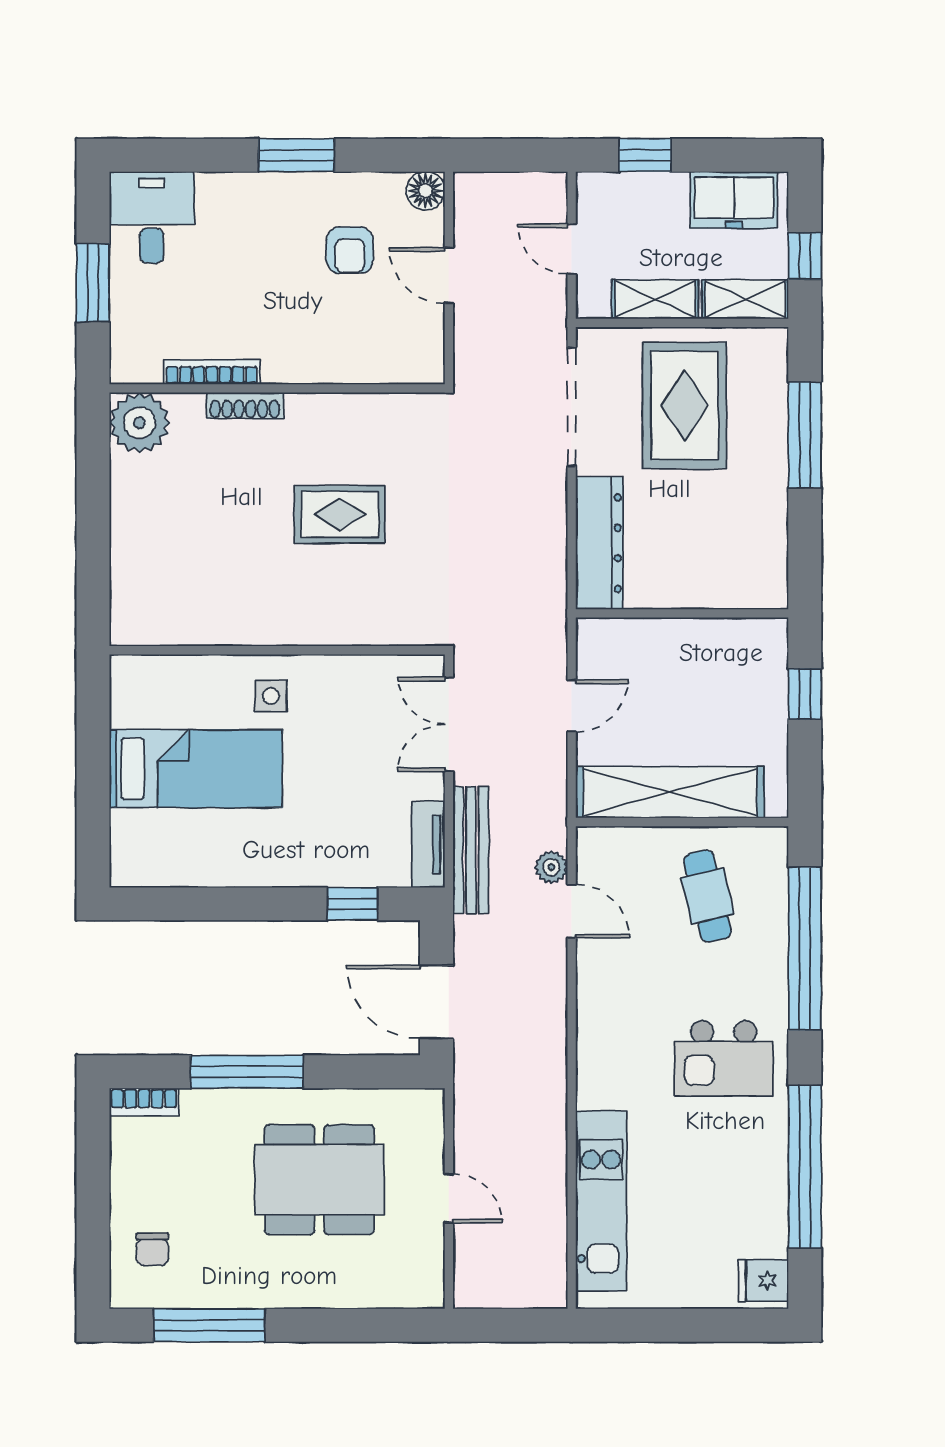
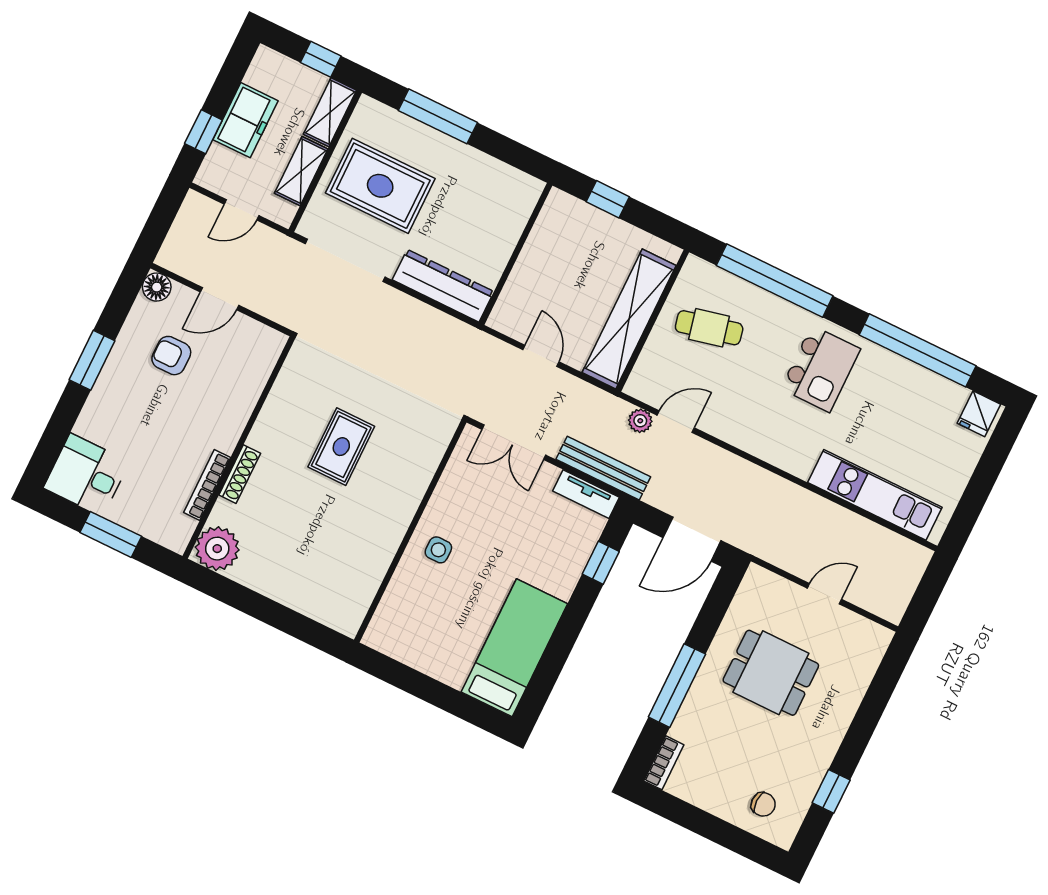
freezer: (734, 200) -> (245, 120), moved
armchair: (350, 250) -> (171, 356), turned 180
bed: (196, 769) -> (514, 648), moved
dining table: (319, 1180) -> (771, 673), width x0.73
window: (209, 1325) -> (831, 791), width x0.46

